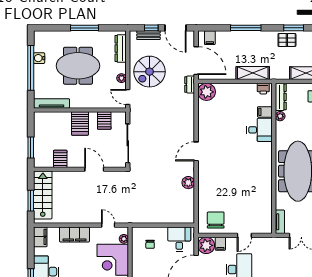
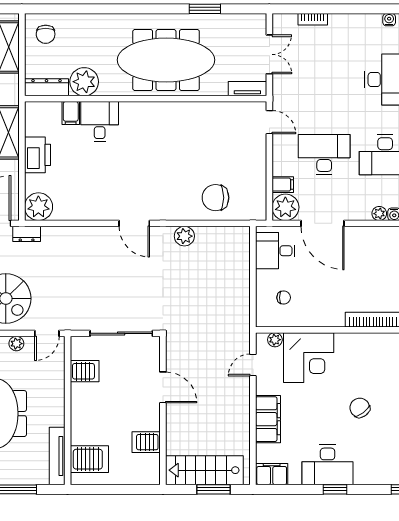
printer: (263, 89) -> (37, 155), moved, width x1.87, depth x1.48
plant: (280, 116) -> (84, 82), width x1.88, depth x1.88
server rack: (80, 123) -> (89, 459), moved
window: (31, 148) -> (128, 489), removed
door: (94, 169) -> (163, 387), swing flipped
chair: (216, 220) -> (216, 198), moved
door: (244, 235) -> (269, 122), moved

